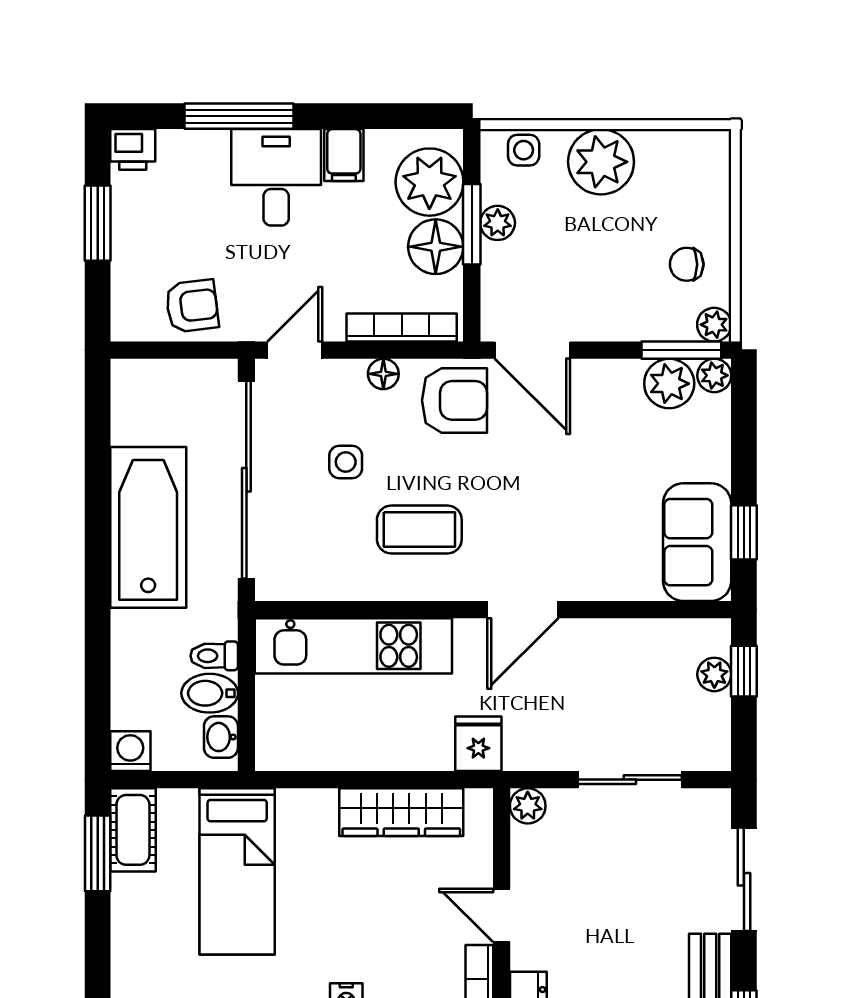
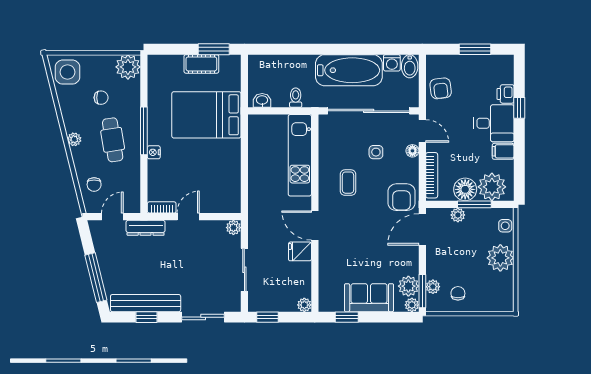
window: (239, 116) -> (519, 108), width x0.46
printer: (133, 149) -> (505, 94), moved
plant: (498, 223) -> (458, 215), moved
plant: (714, 325) -> (433, 287), moved
floor lamp: (383, 374) -> (412, 151), moved
coffee table: (419, 530) -> (348, 183), width x0.73, depth x0.77
sofa: (697, 542) -> (369, 298), moved
window: (744, 671) -> (268, 317), moved
plant: (714, 674) -> (304, 305), moved
bidet: (210, 693) -> (410, 66), moved, turned 180
fridge: (478, 744) -> (300, 251), moved, turned 180
washing machine: (130, 751) -> (392, 63), moved, turned 90
wardrobe: (401, 812) -> (231, 175), removed
cot: (133, 830) -> (201, 64), moved
bed: (237, 871) -> (206, 115), width x1.50

